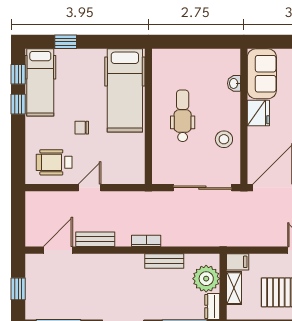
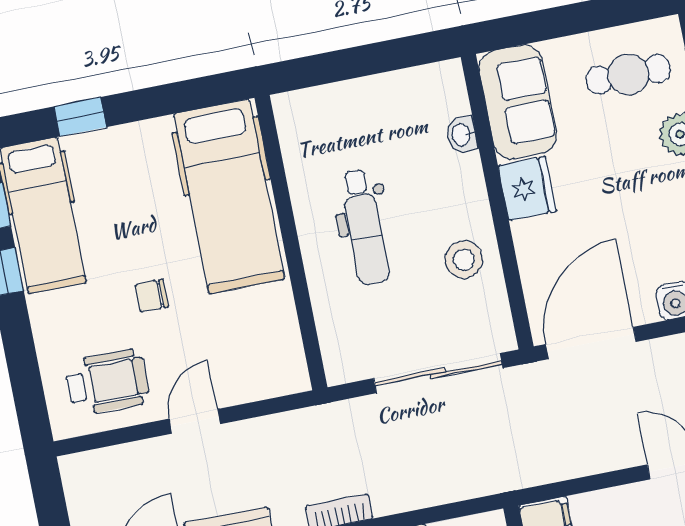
dental chair: (183, 116) -> (365, 227), turned 180
wheelchair: (54, 162) -> (107, 382), turned 180

